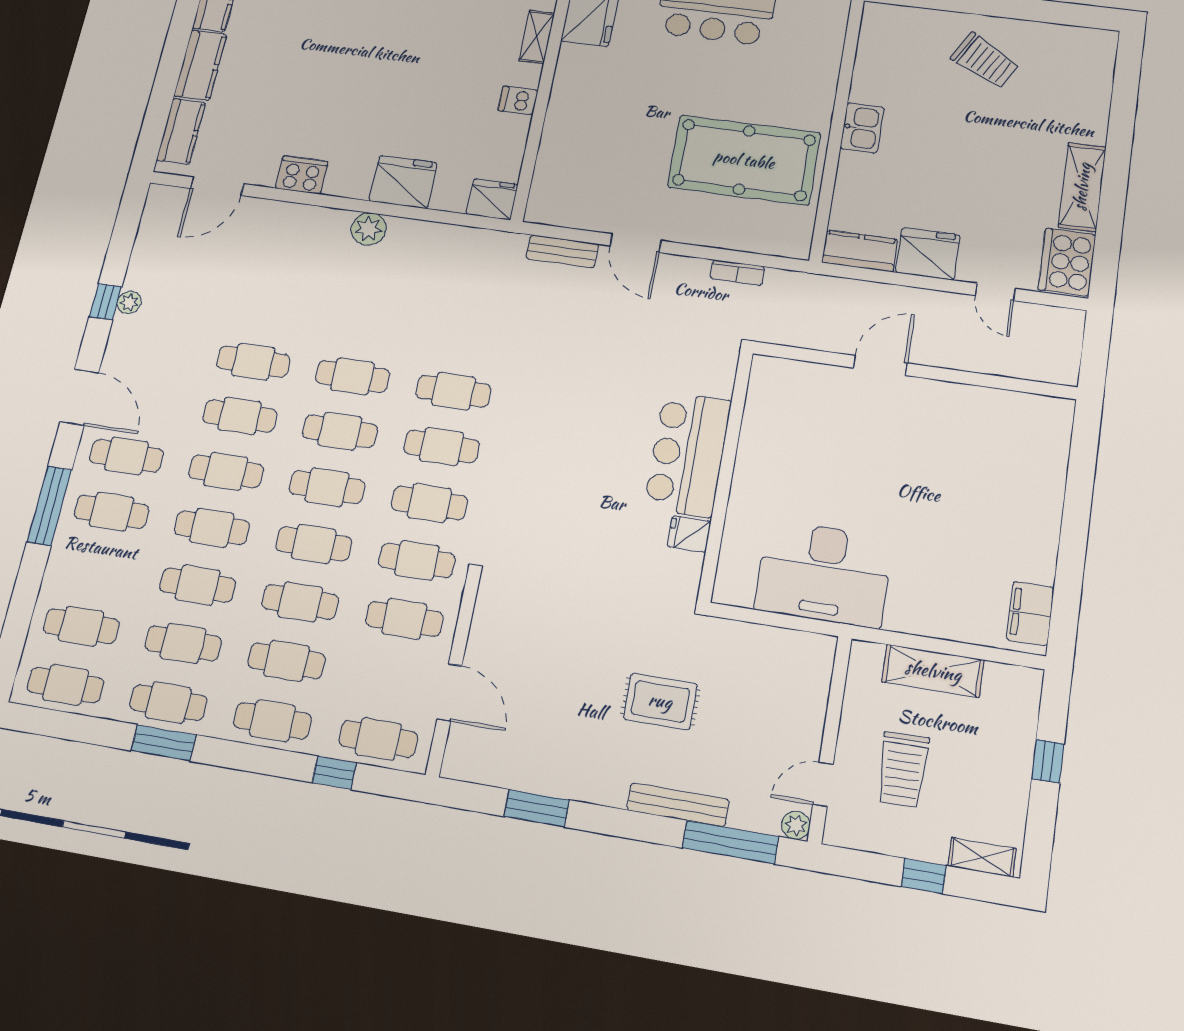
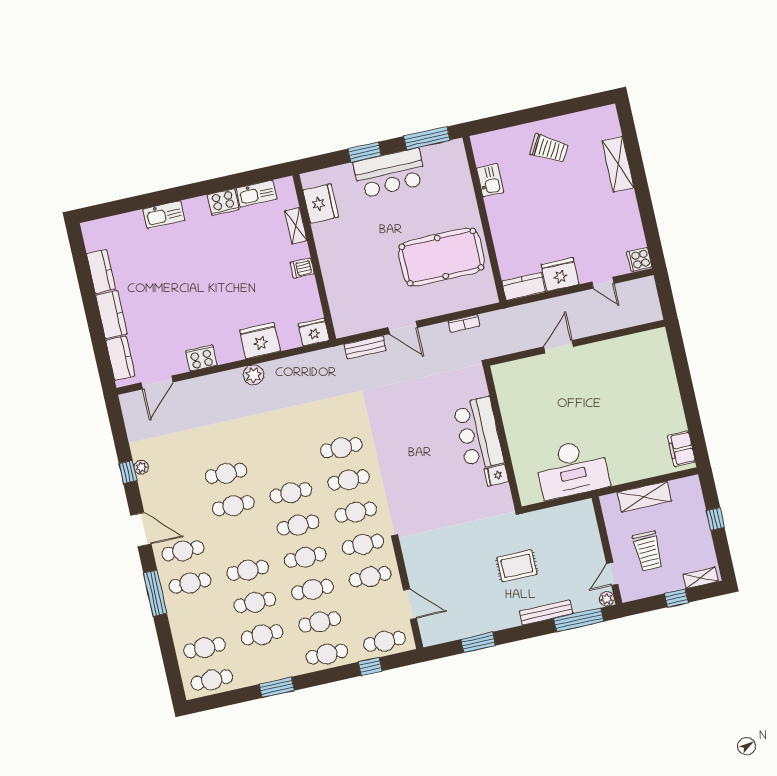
kitchen sink: (862, 128) -> (490, 180), moved
shelving: (1082, 187) -> (618, 164), moved
cooker: (1067, 262) -> (639, 259), width x0.53, depth x0.76
cafe table: (353, 376) -> (284, 461), removed
cafe table: (226, 471) -> (240, 538), removed
cafe table: (168, 703) -> (269, 667), removed

